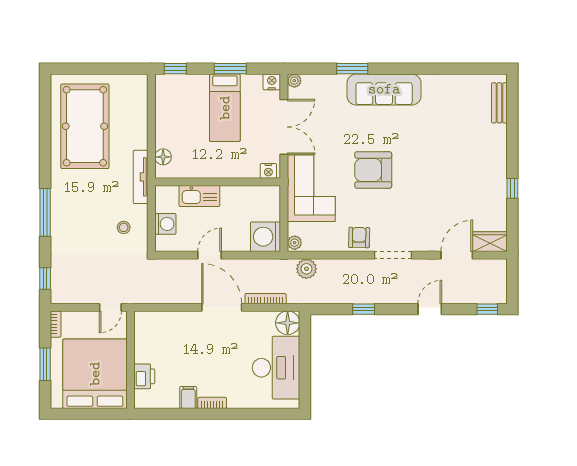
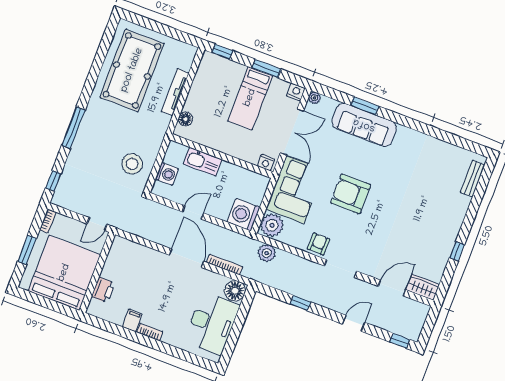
sofa: (384, 89) -> (364, 125), moved
tv unit: (141, 177) -> (175, 92), moved
stool: (124, 227) -> (132, 164), width x1.89, depth x1.89
plant: (295, 243) -> (272, 225), width x1.88, depth x1.88

